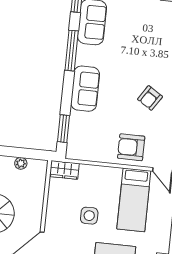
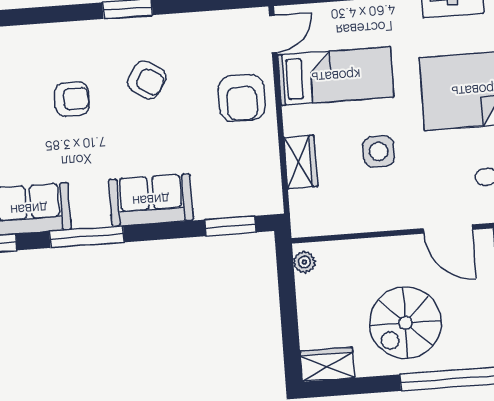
armchair: (147, 56) -> (72, 99), added
plant: (21, 163) -> (304, 262), moved
wardrobe: (64, 170) -> (301, 162), moved

